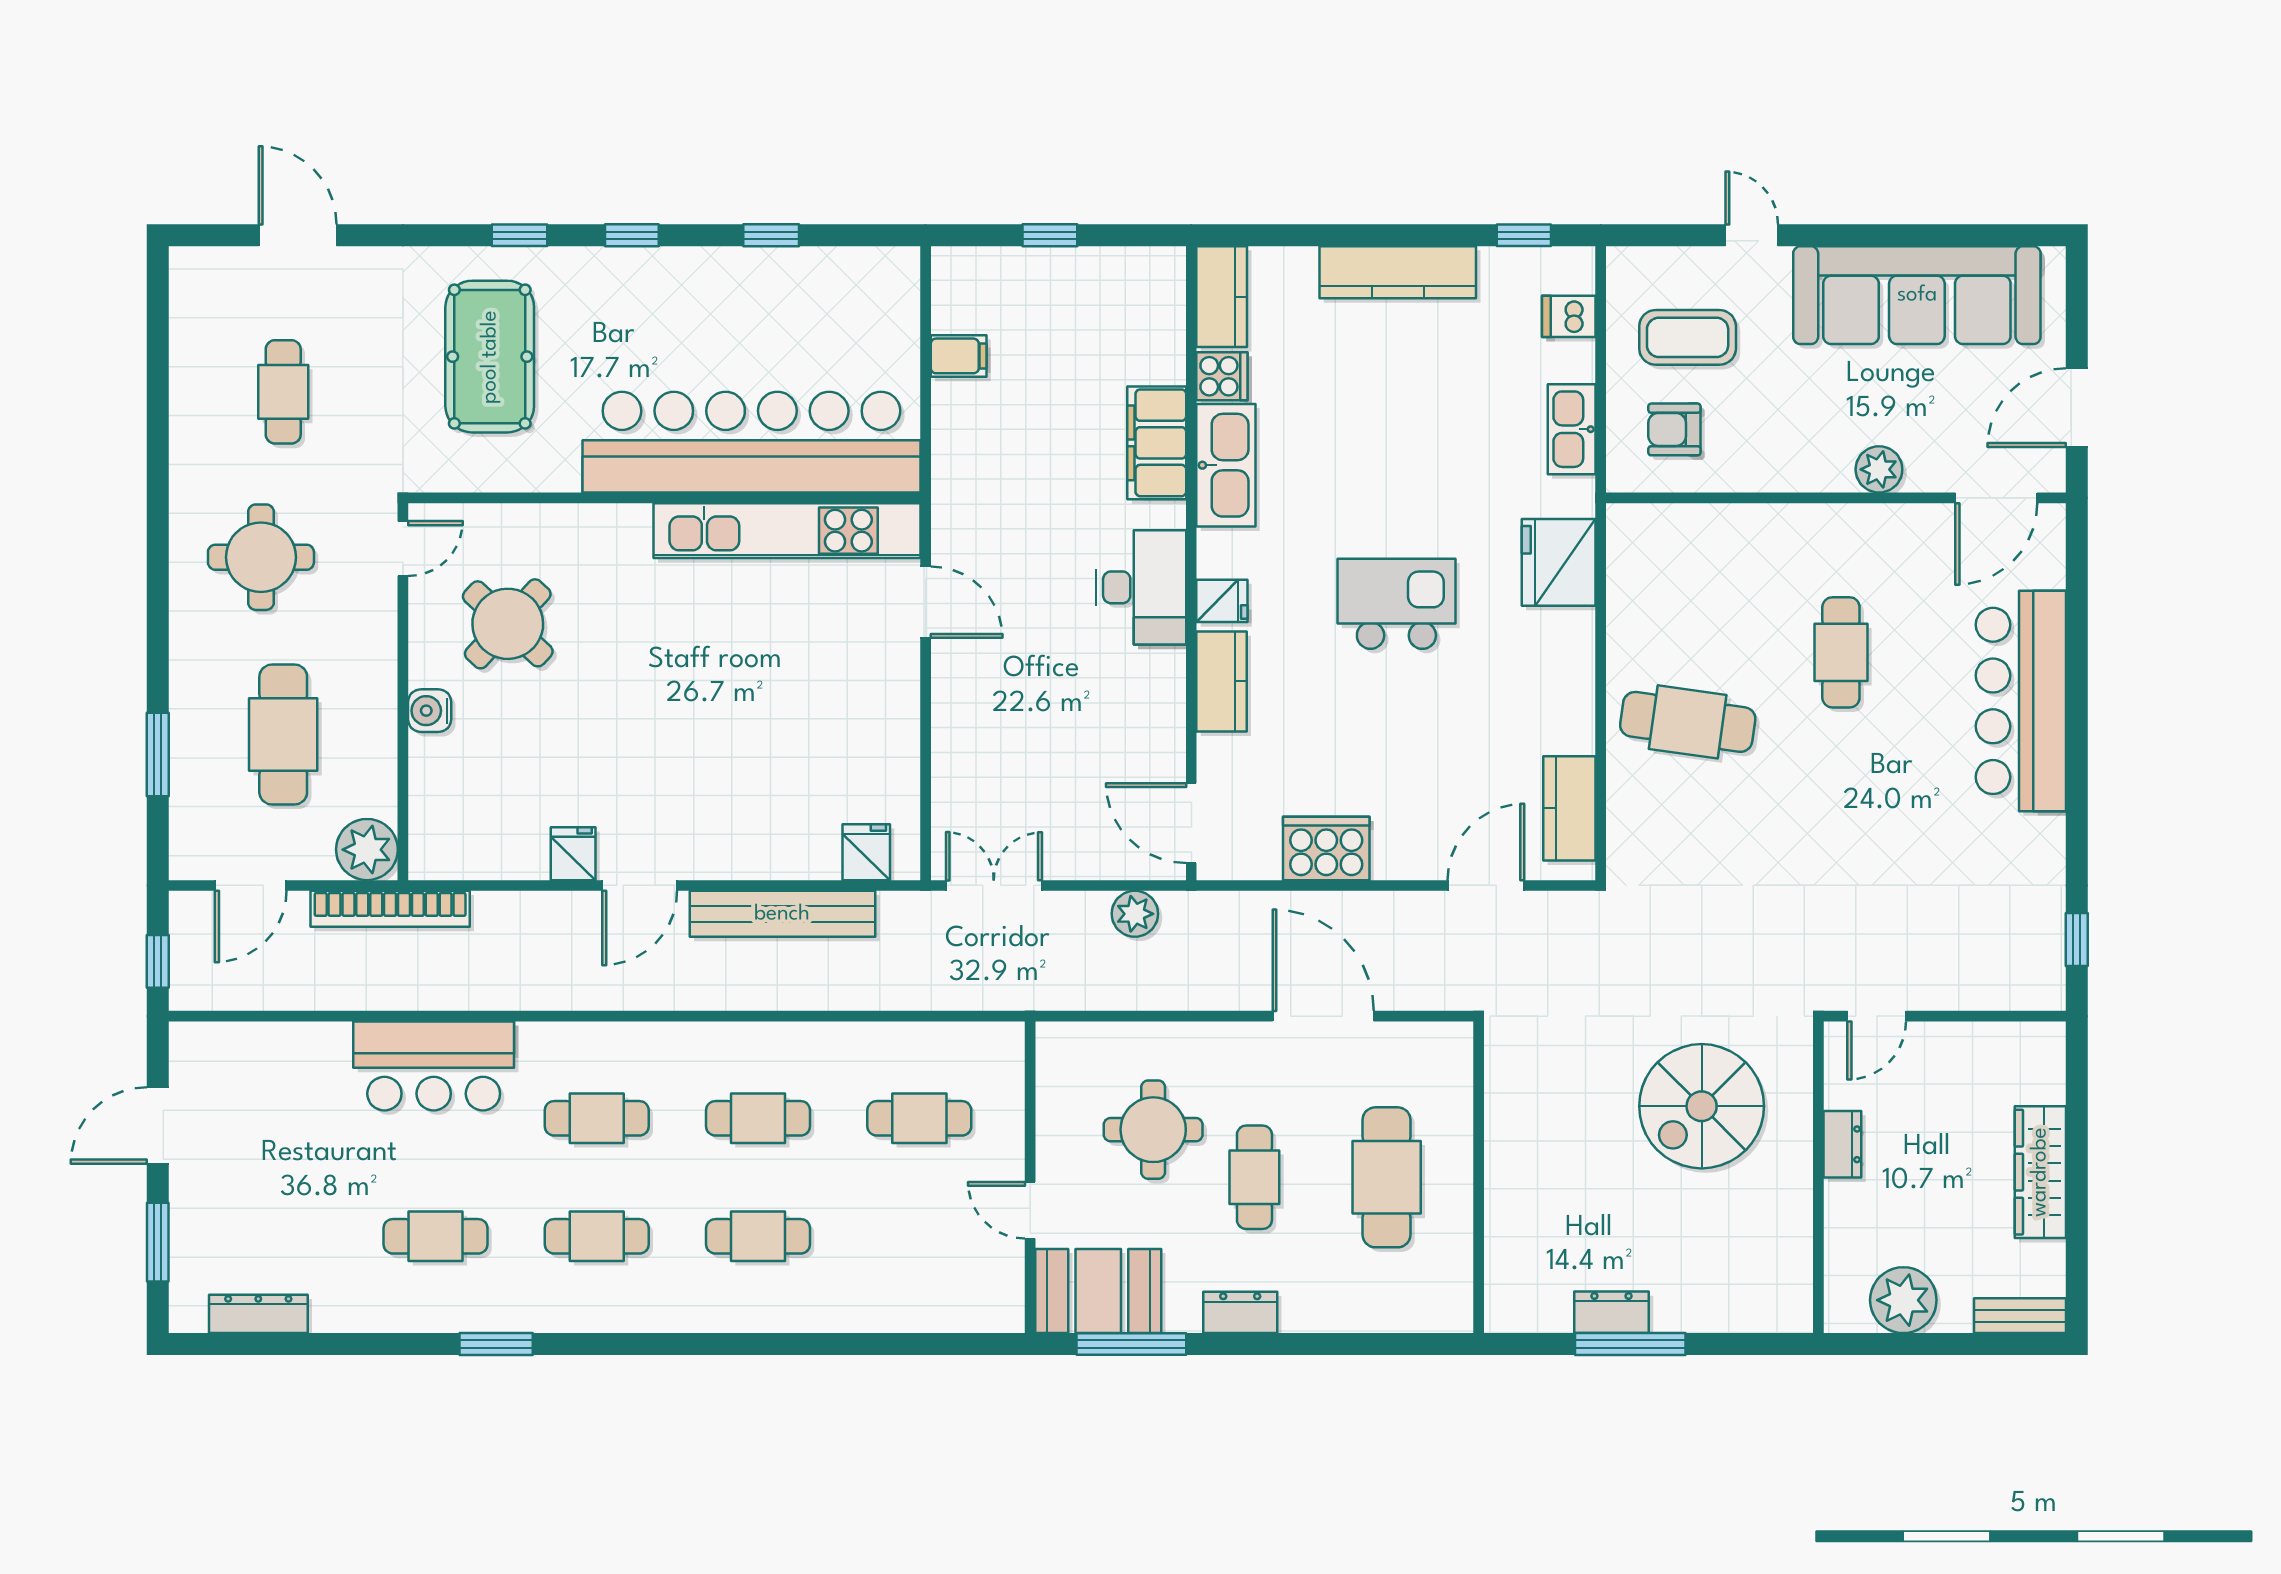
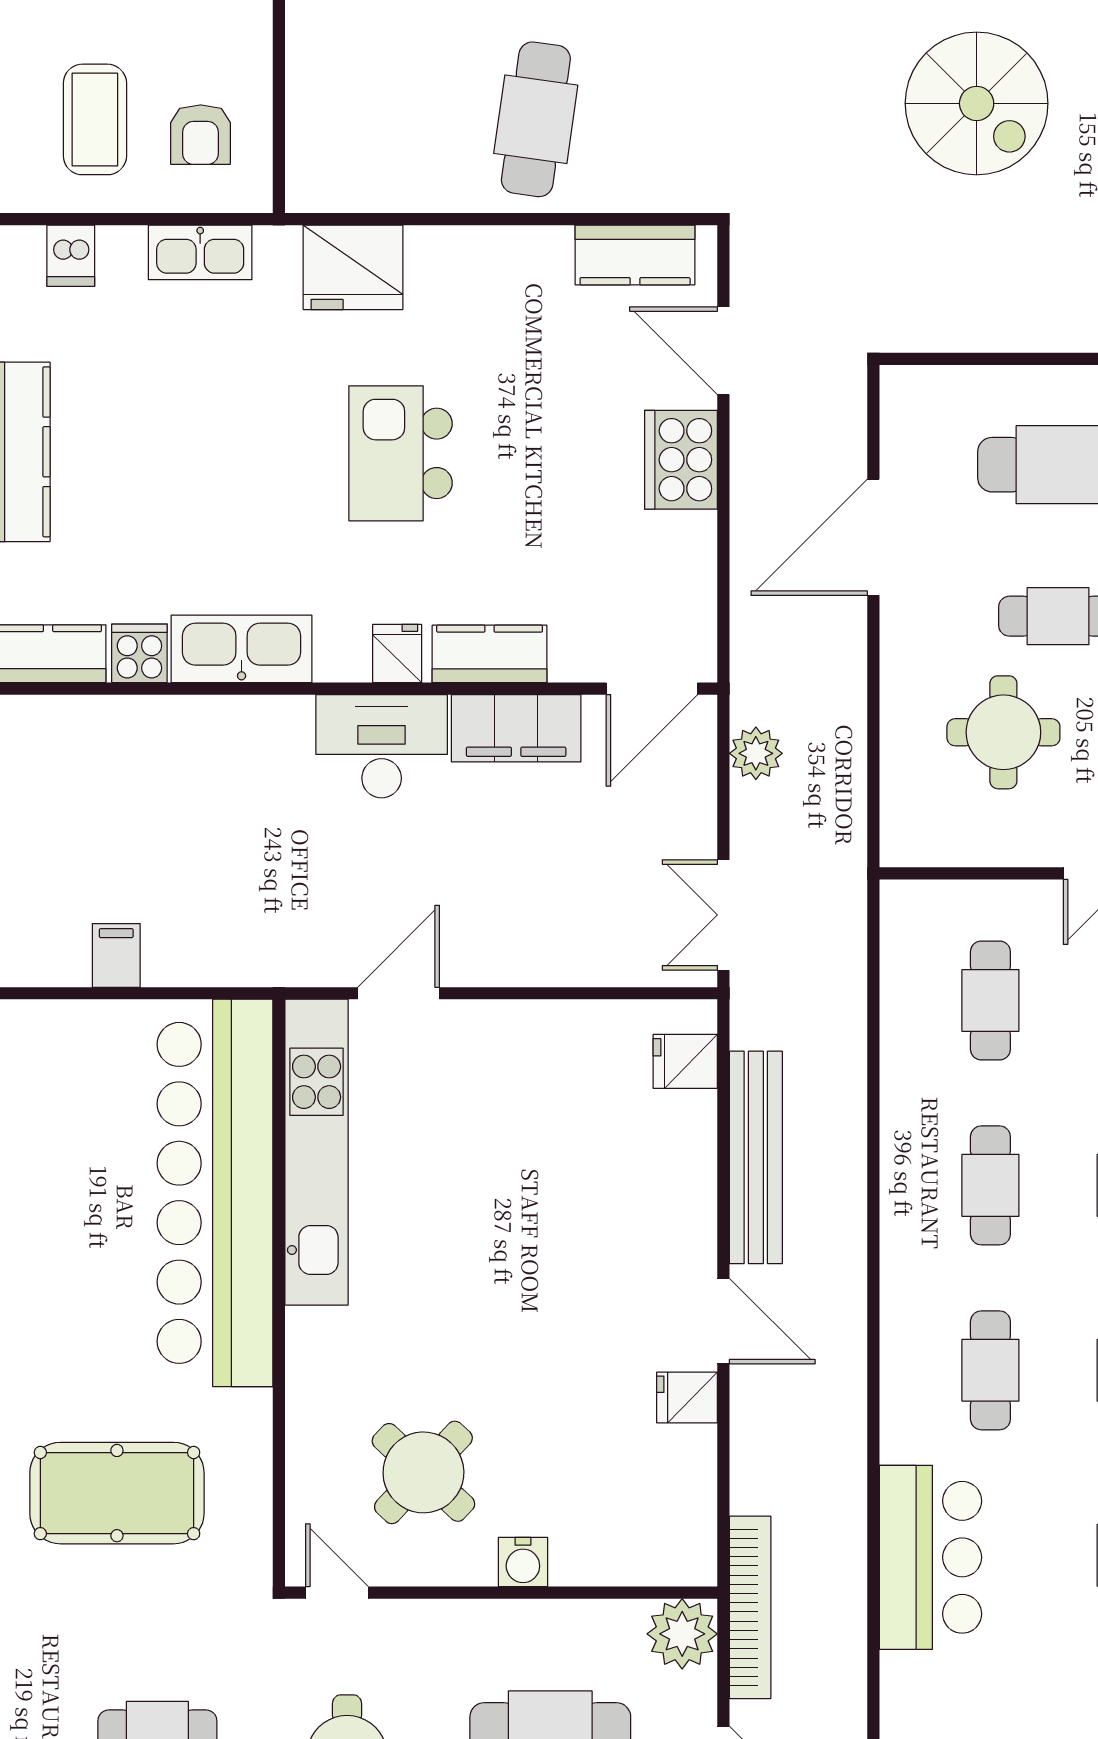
filing cabinet: (1157, 443) -> (516, 728), moved
cooker: (1326, 848) -> (681, 460), moved

